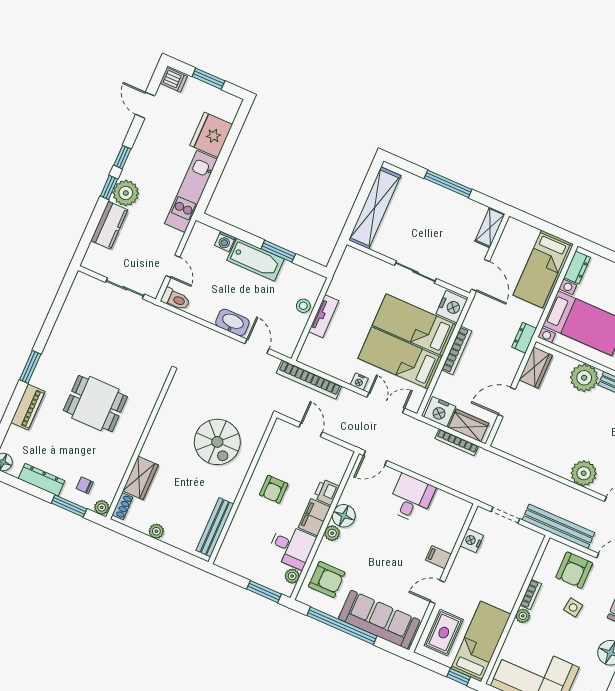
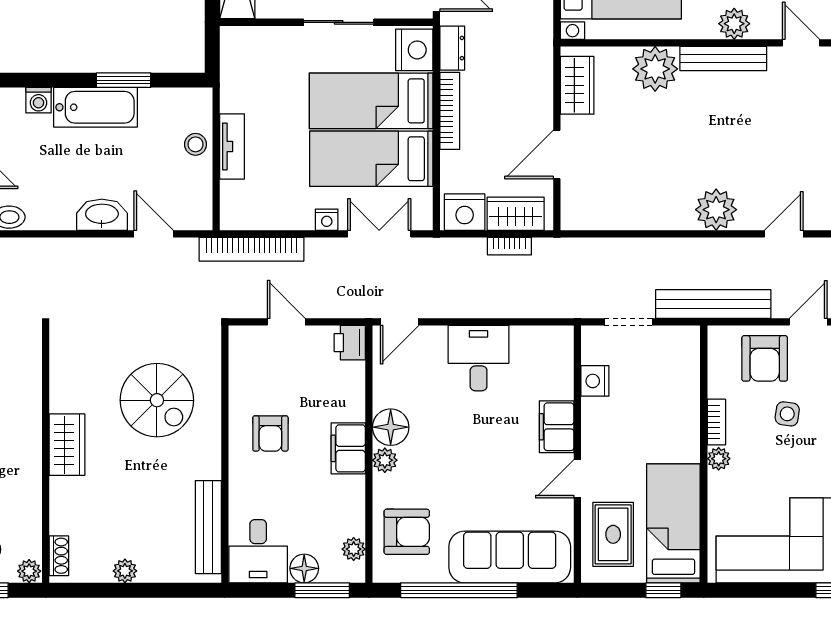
dresser: (524, 338) -> (452, 48), moved, turned 180
bookcase: (457, 442) -> (509, 246), width x0.64
wardrobe: (140, 478) -> (67, 445), moved
printer: (326, 492) -> (350, 343), moved
desk: (292, 546) -> (258, 551), moved, turned 90
filing cabinet: (438, 557) -> (557, 427), width x2.00
floor lamp: (259, 575) -> (304, 568), added

